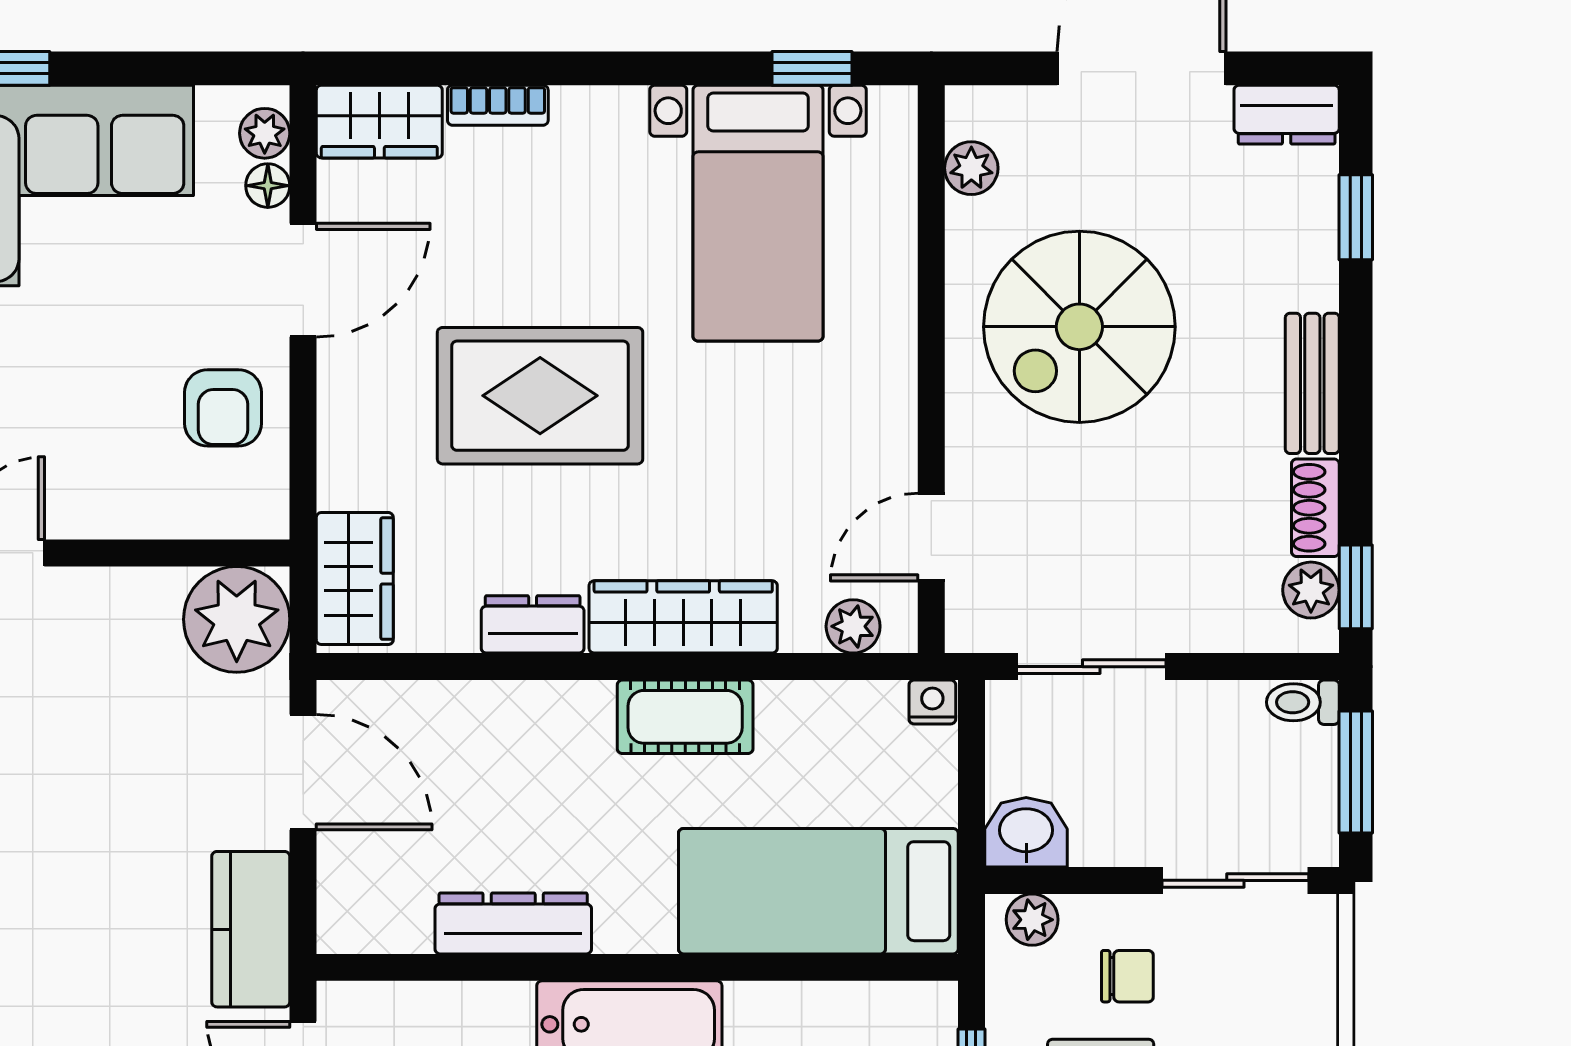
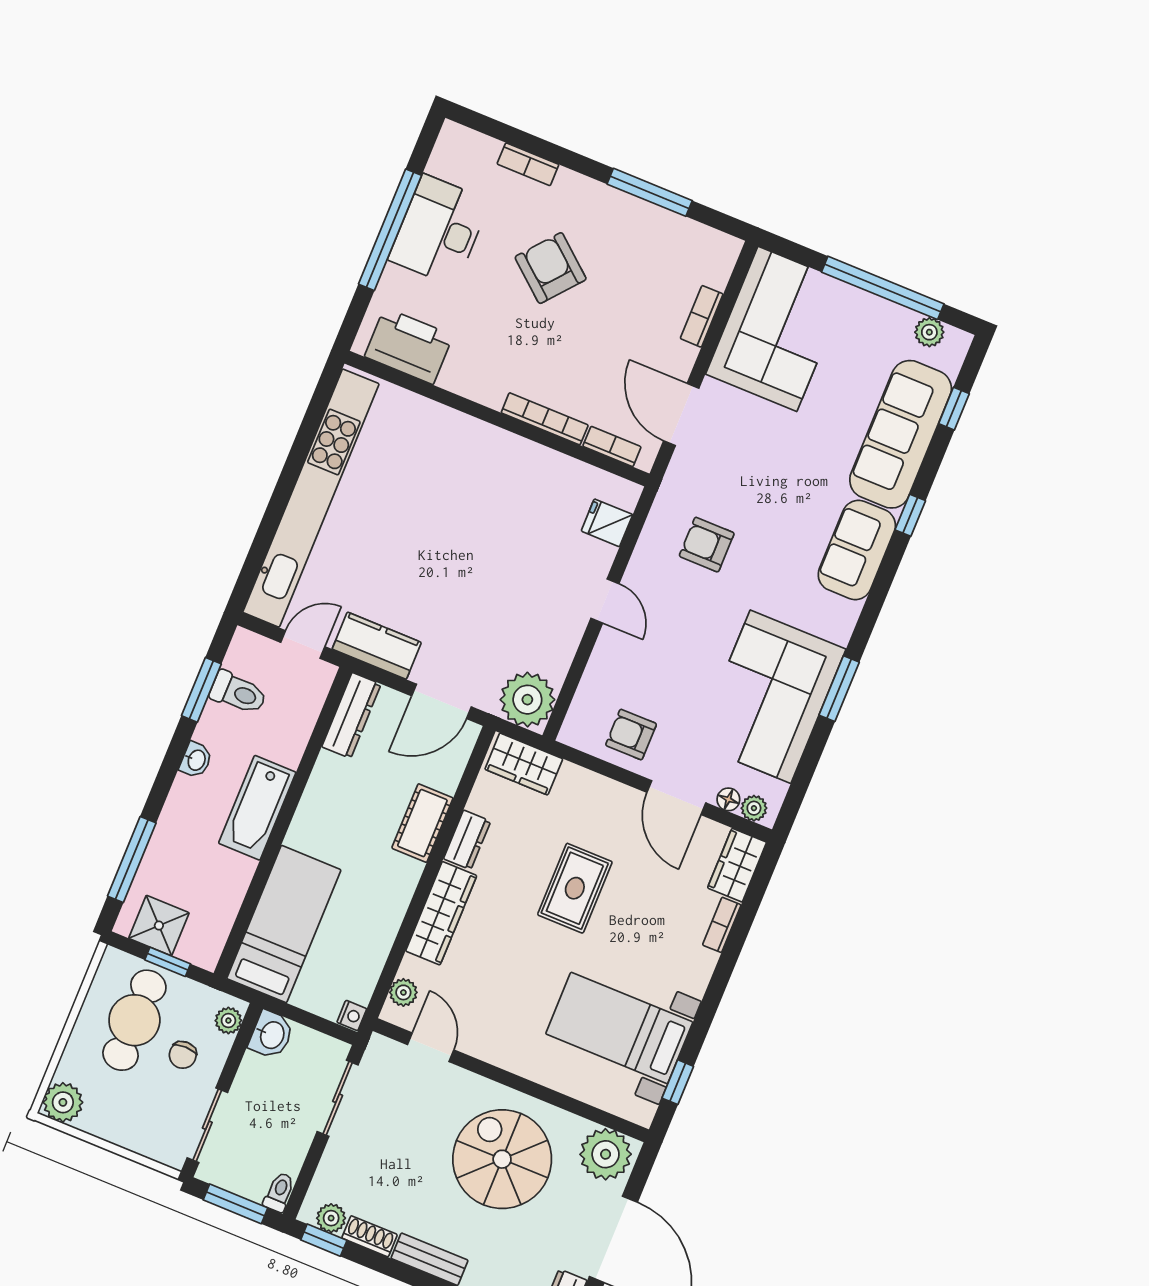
plant: (971, 168) -> (606, 1154), width x1.88, depth x1.88
rug: (540, 396) -> (575, 888), width x0.73, depth x0.70
cot: (685, 717) -> (422, 823), moved
dresser: (513, 923) -> (351, 715), moved

